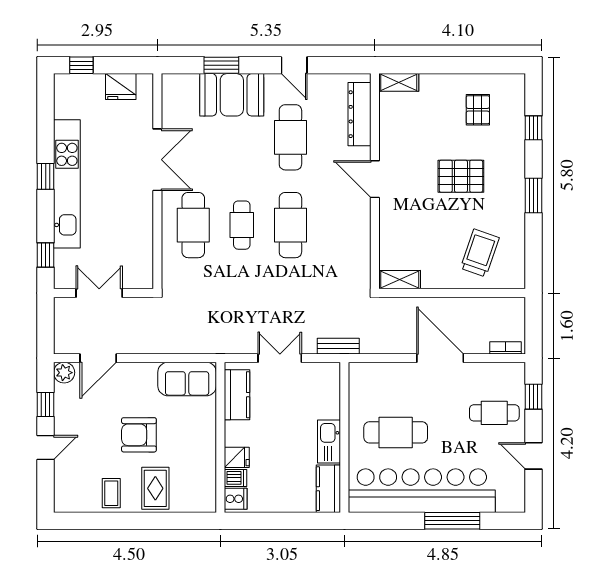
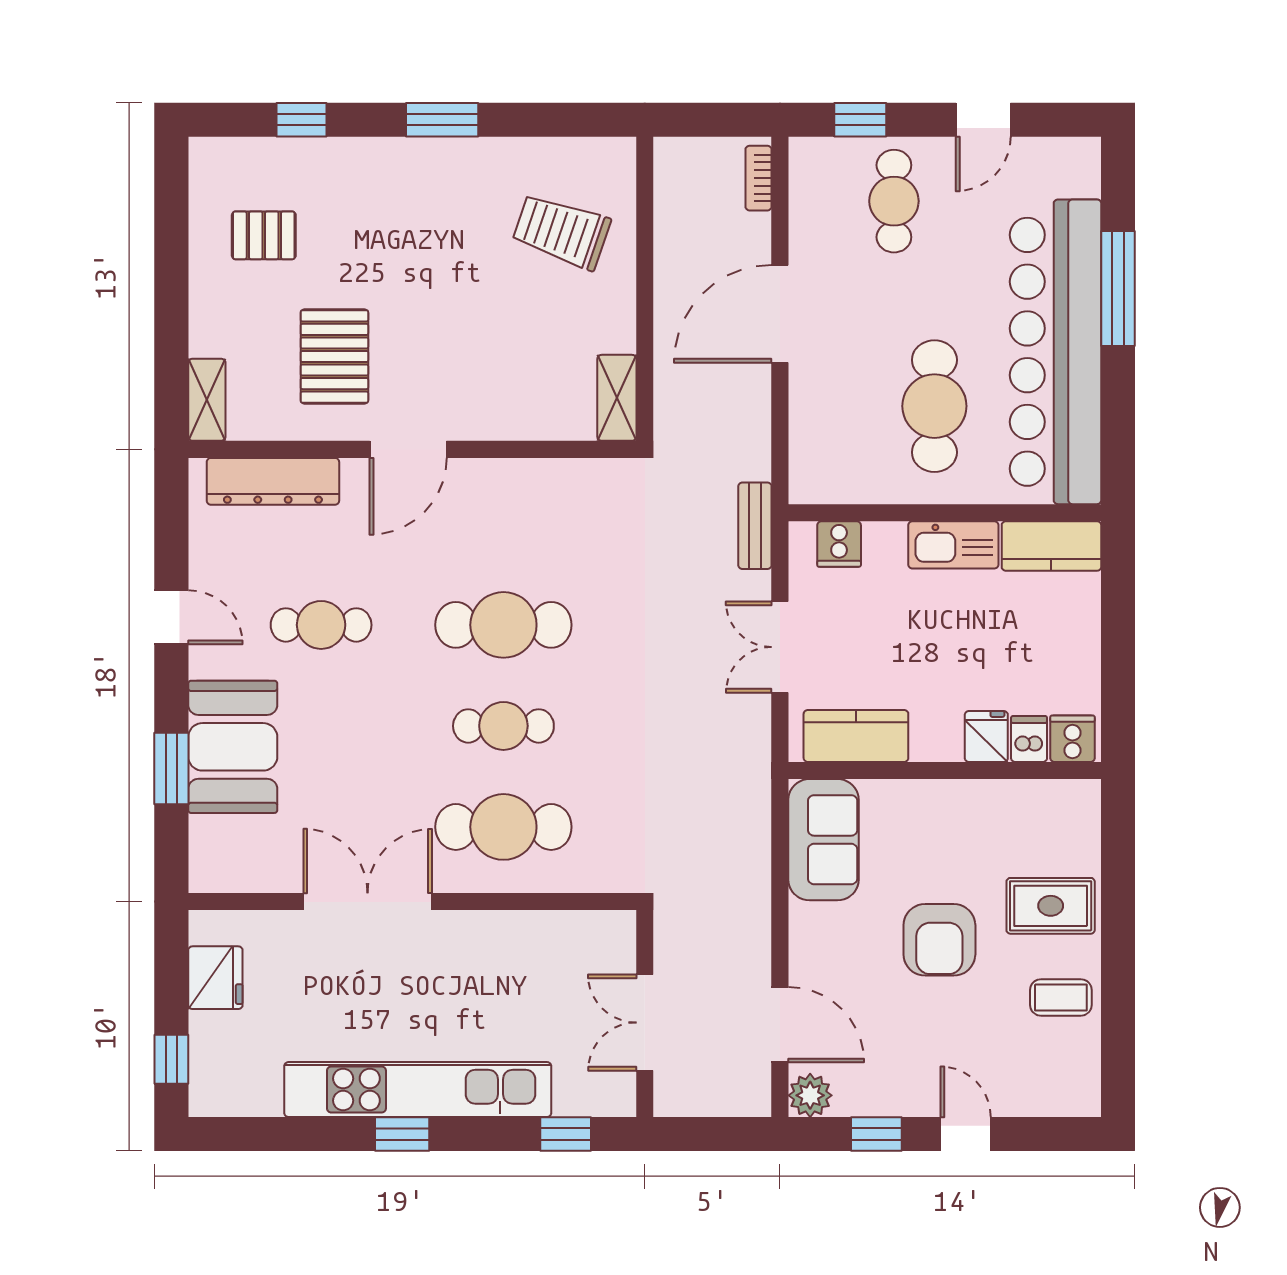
door: (294, 65) -> (171, 617), hinge flipped
cafe table: (290, 137) -> (321, 625), width x0.73, depth x0.74
pallet: (461, 176) -> (334, 356), moved
cooker: (329, 387) -> (839, 544), added

